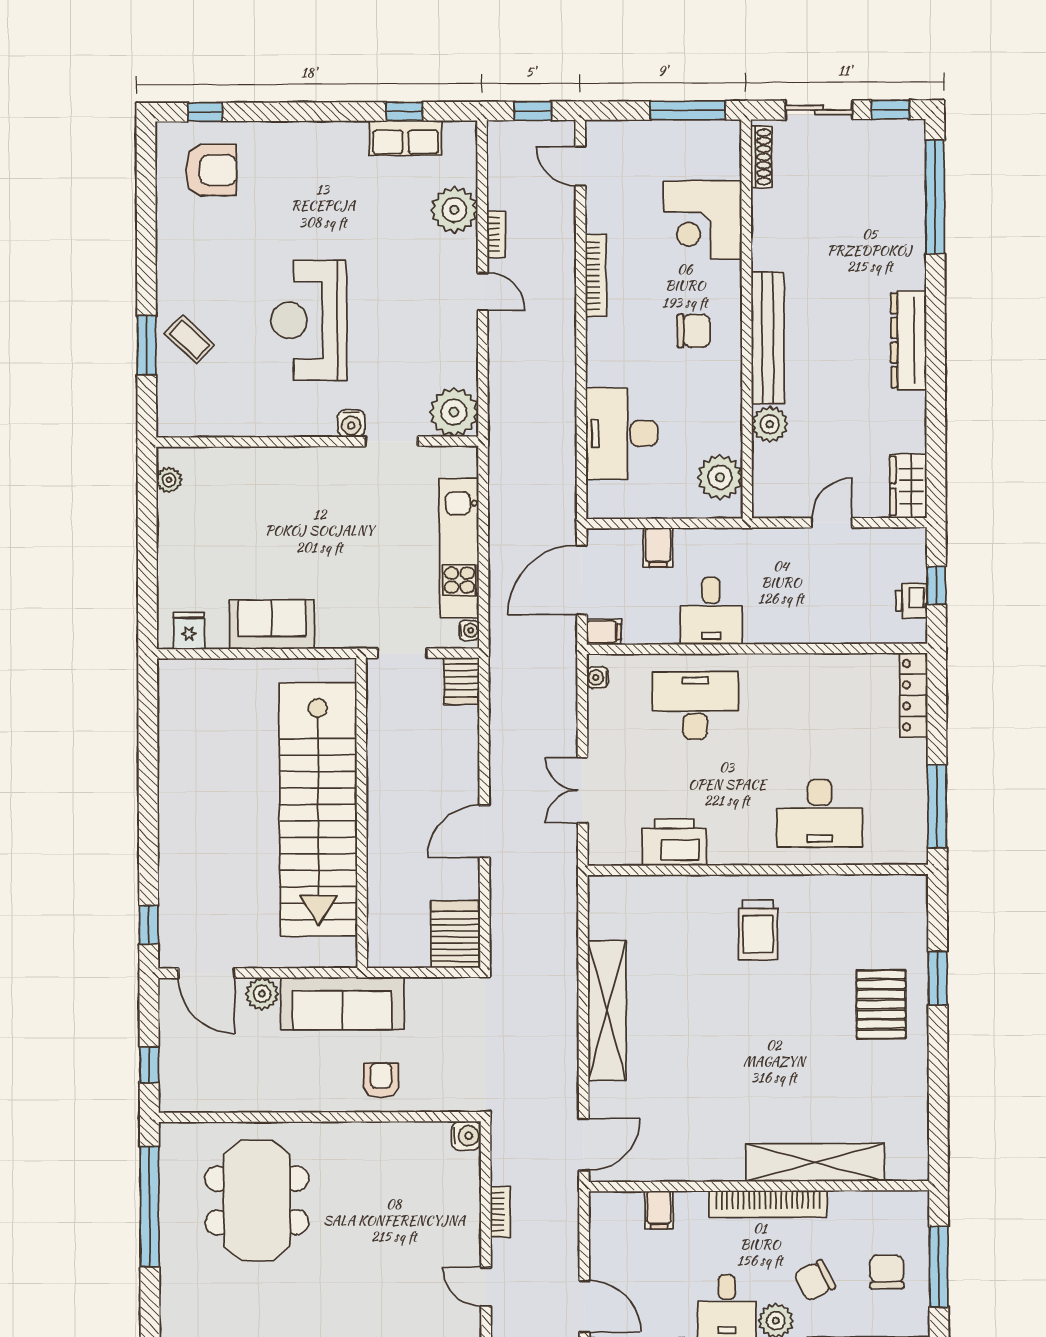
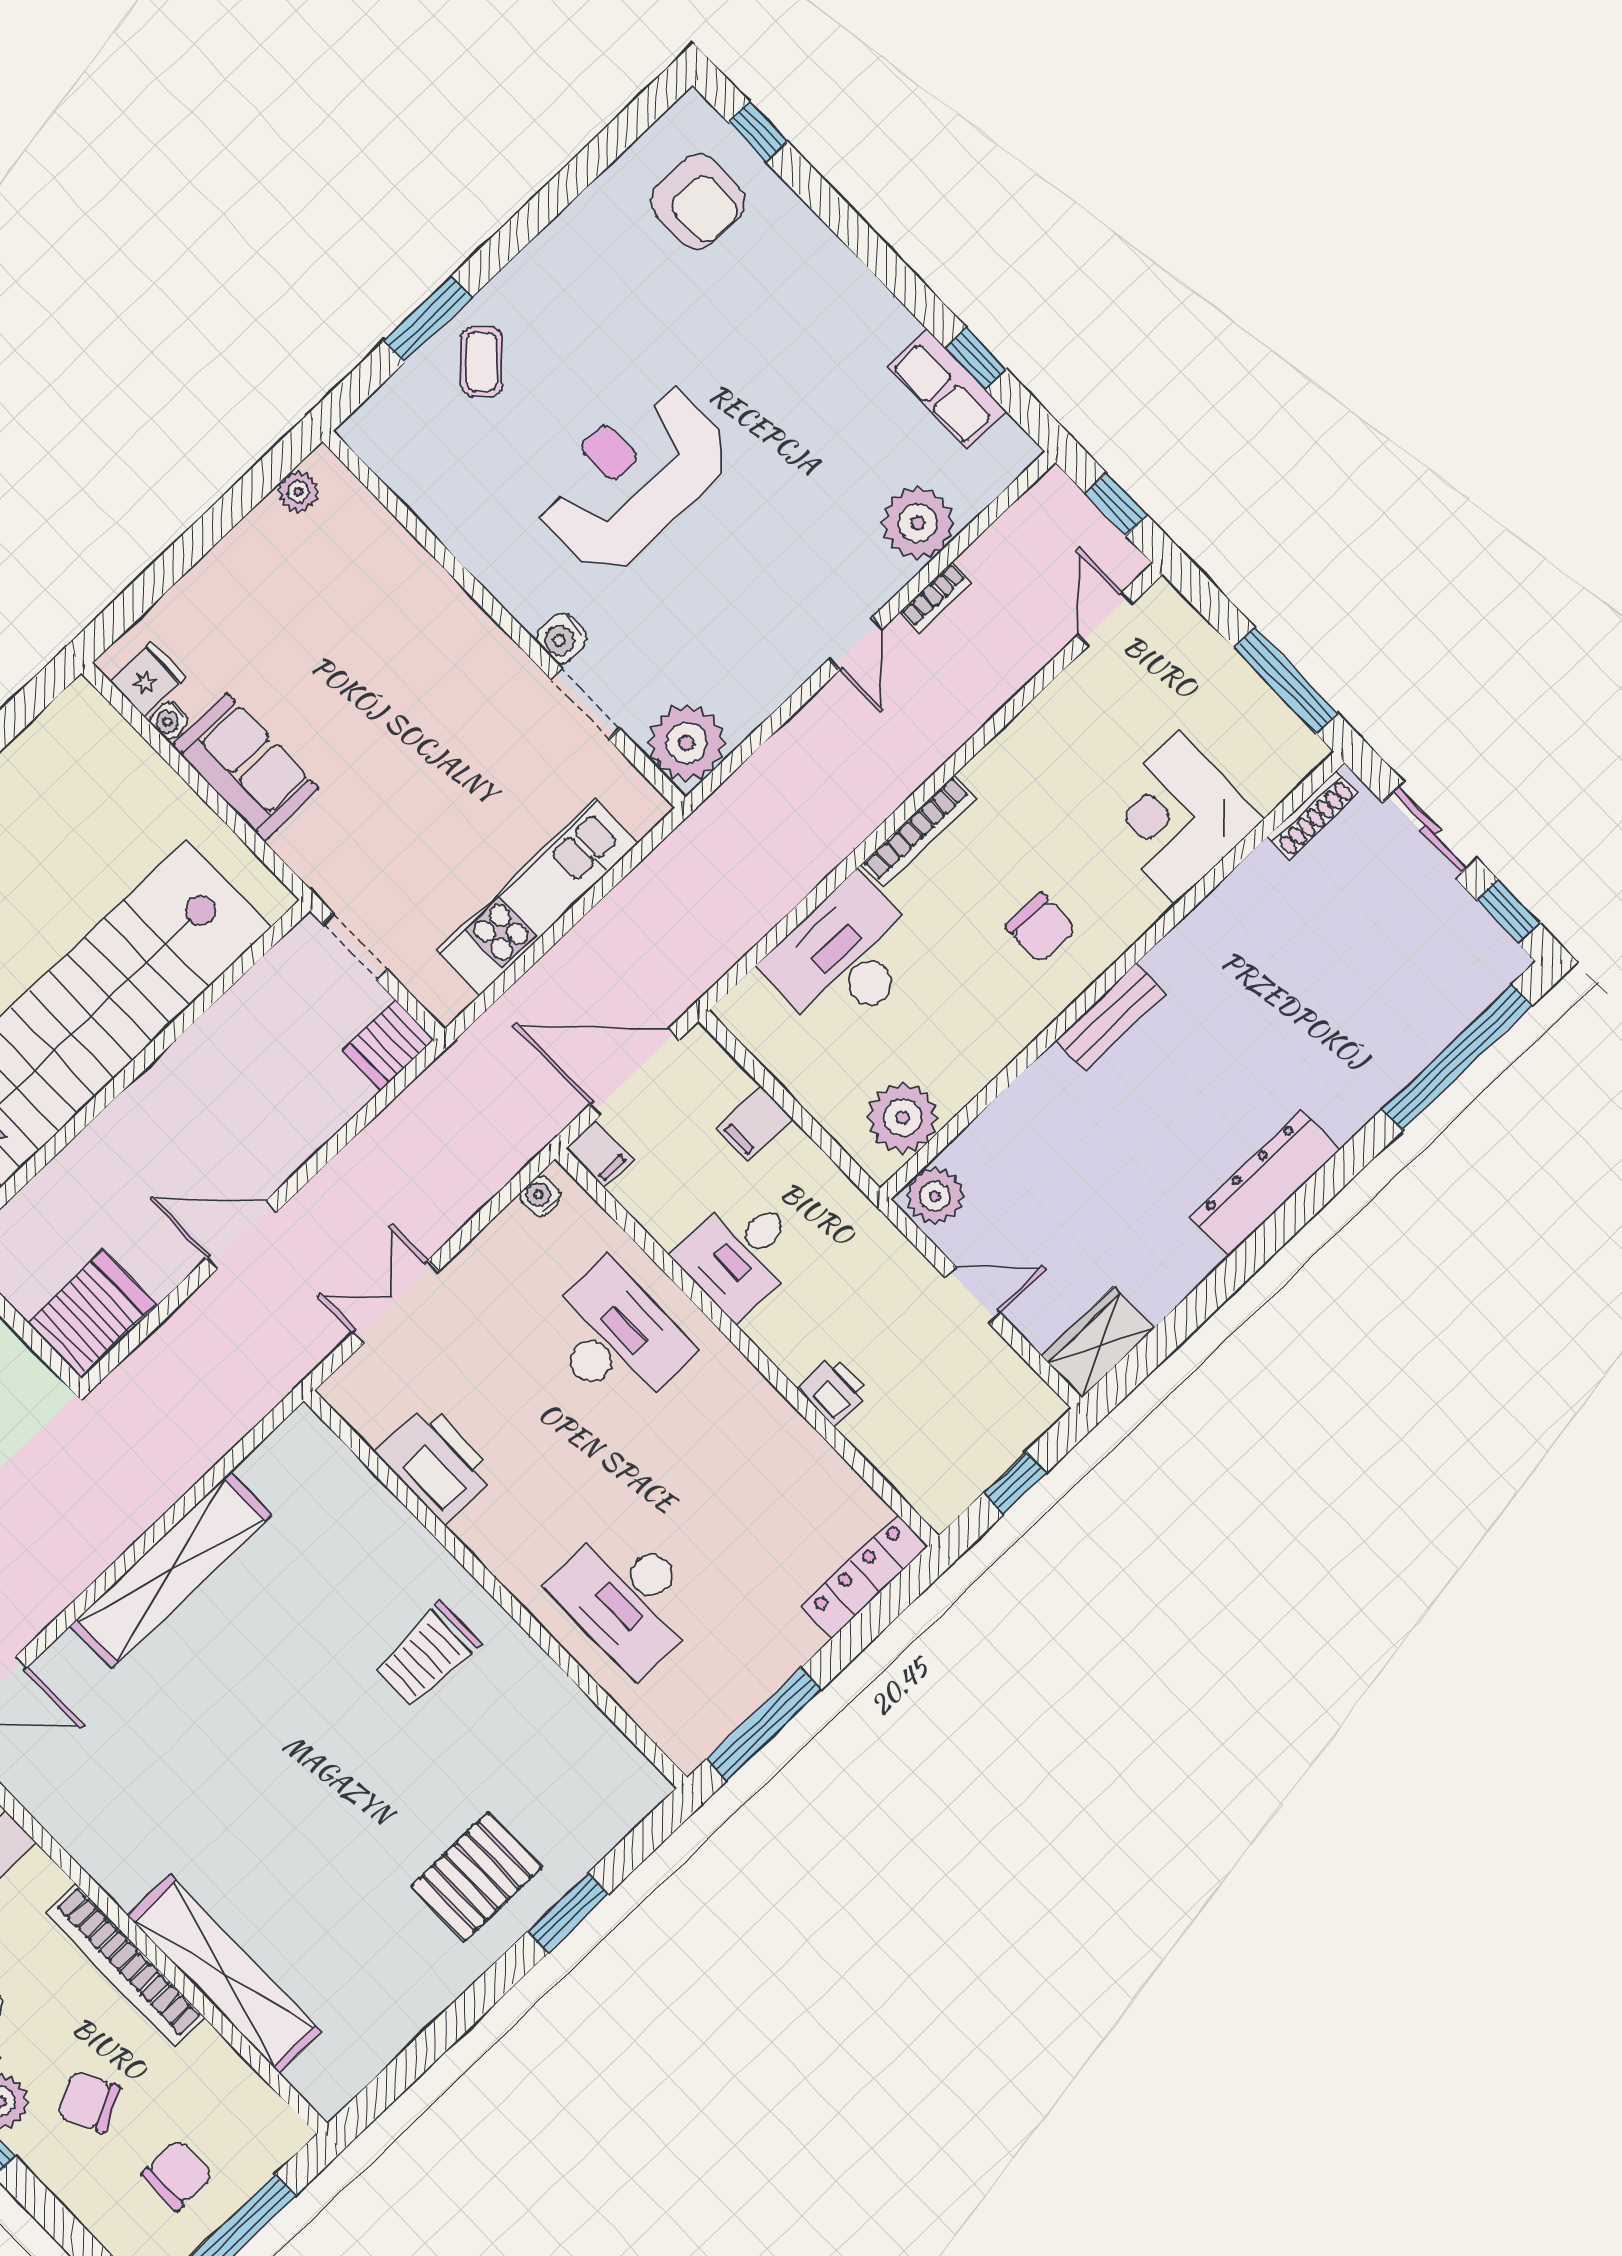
bookcase: (596, 276) -> (919, 832), moved
bench: (768, 338) -> (1111, 1017), width x0.54, depth x0.82
plant: (770, 424) -> (935, 1196), moved
printer: (911, 601) -> (833, 1391), moved, turned 90
water cooler: (469, 630) -> (169, 720), moved, turned 90

